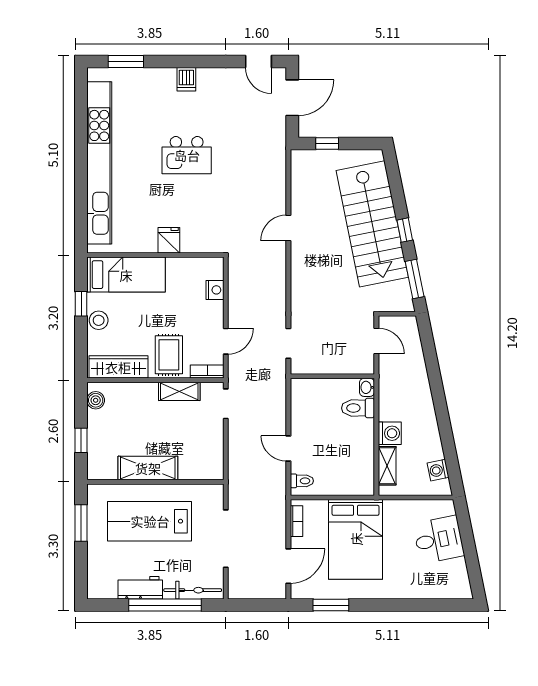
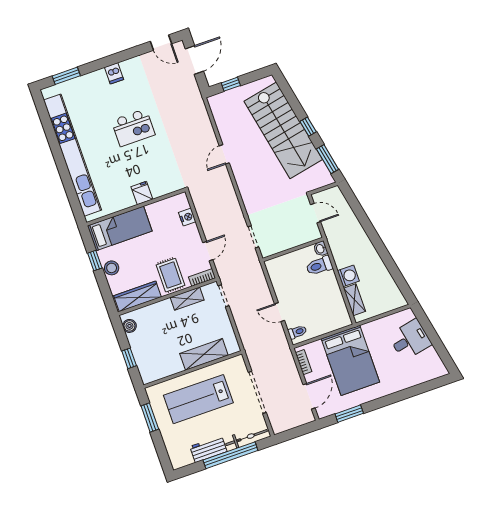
shelving: (148, 468) -> (204, 354), moved
washing machine: (438, 470) -> (392, 290), removed

